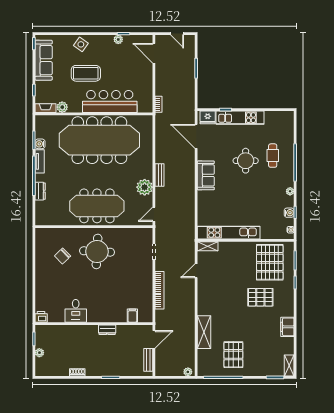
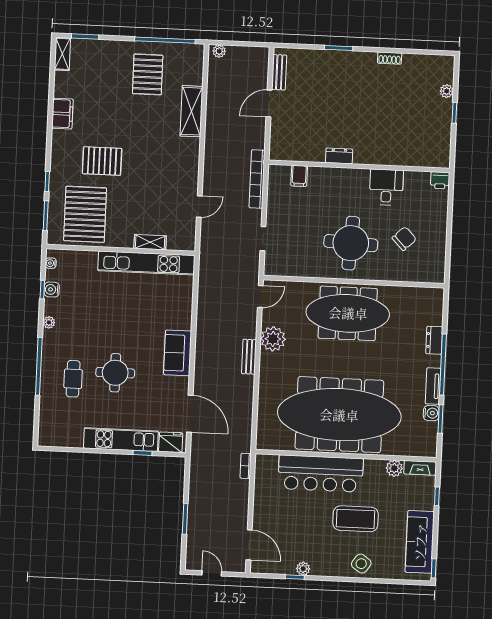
shelving: (208, 246) -> (150, 242), moved
desk: (76, 311) -> (386, 187), moved
filing cabinet: (132, 316) -> (299, 176), moved
printer: (41, 317) -> (440, 180), moved
wall: (94, 324) -> (359, 166), moved
dresser: (107, 330) -> (339, 156), moved

